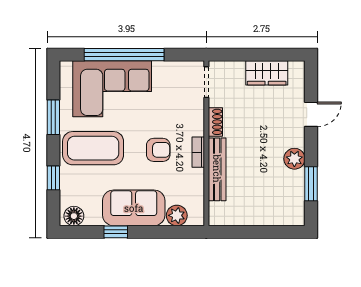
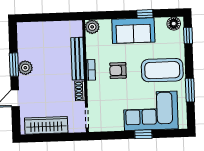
window: (124, 55) -> (143, 134), width x0.32
wardrobe: (267, 73) -> (46, 125), width x1.50
window: (53, 178) -> (188, 36), moved
window: (311, 184) -> (14, 65), moved
plant: (177, 215) -> (92, 27), moved

